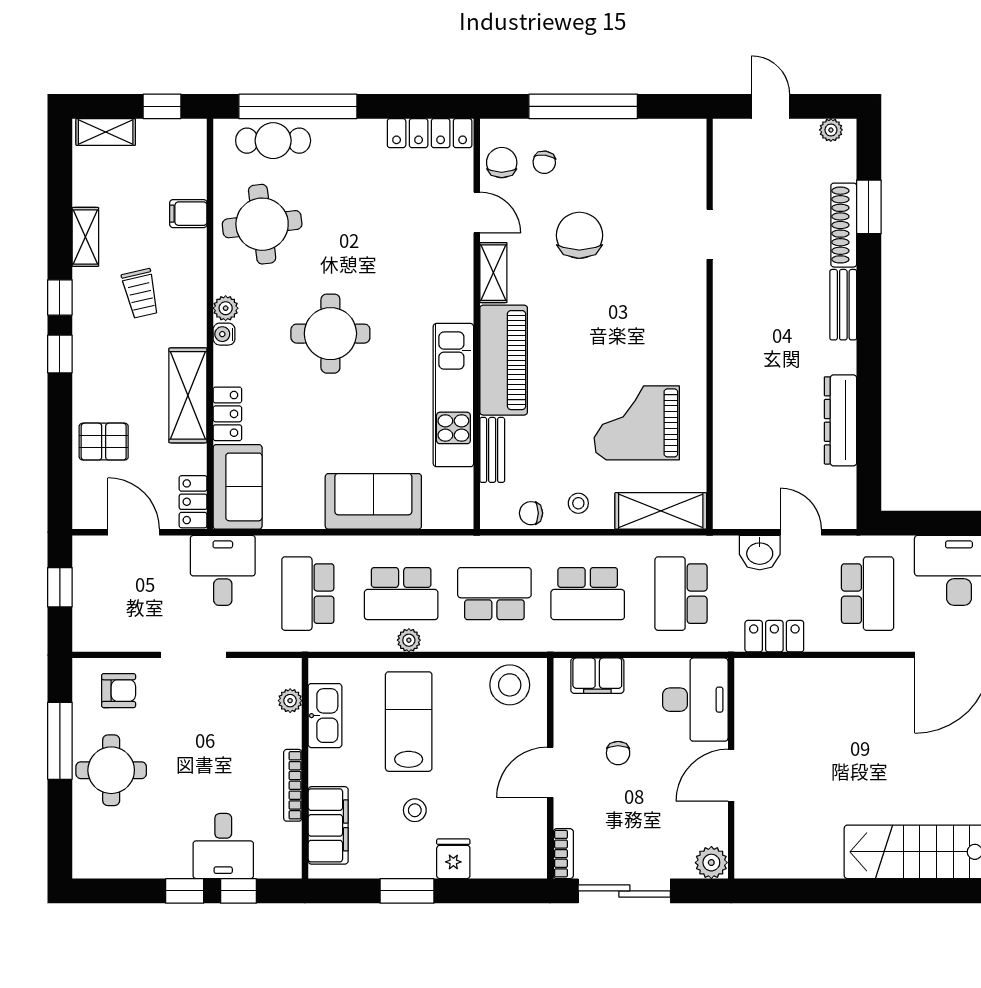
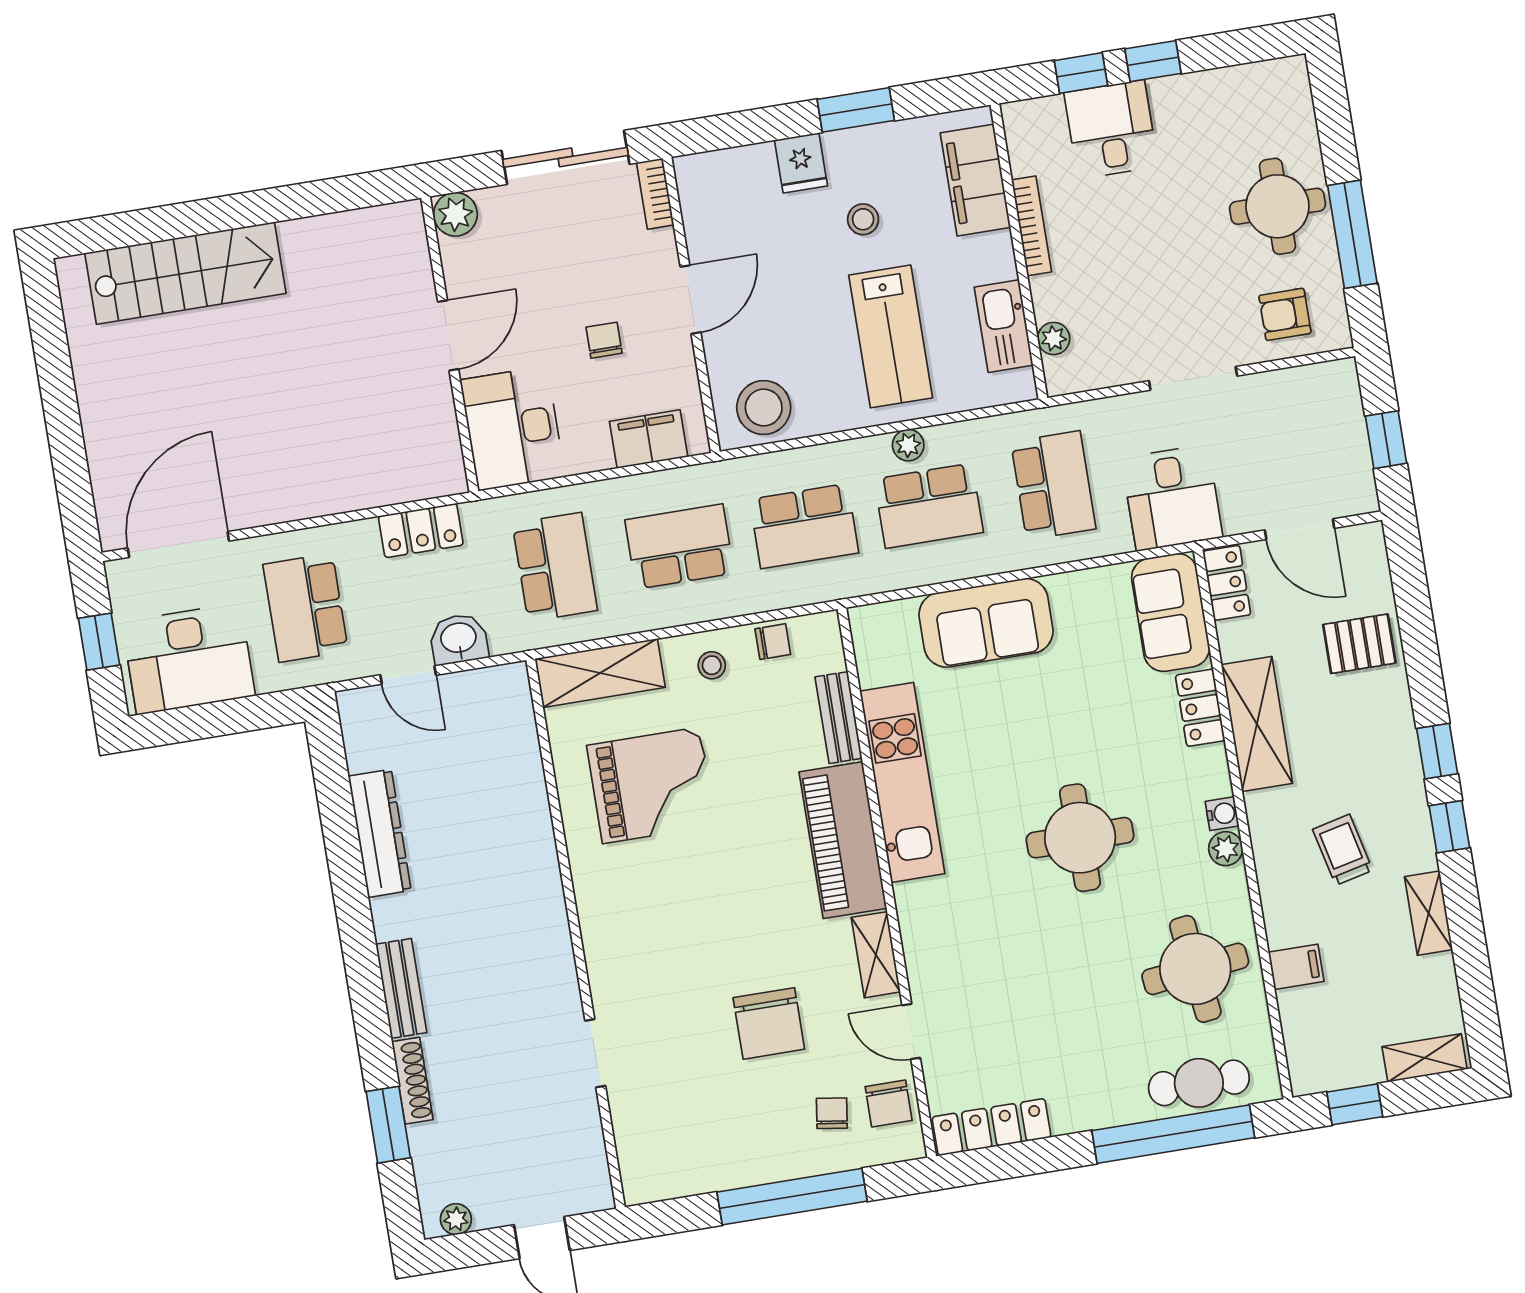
shoe rack: (844, 225) -> (412, 1081), width x0.74, depth x0.81
school desk: (401, 594) -> (929, 506), turned 180

